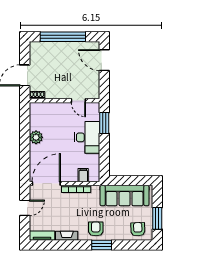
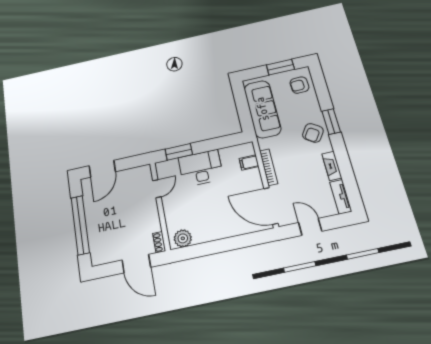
plant: (36, 137) -> (183, 238), moved
armchair: (96, 229) -> (313, 133), turned -56

